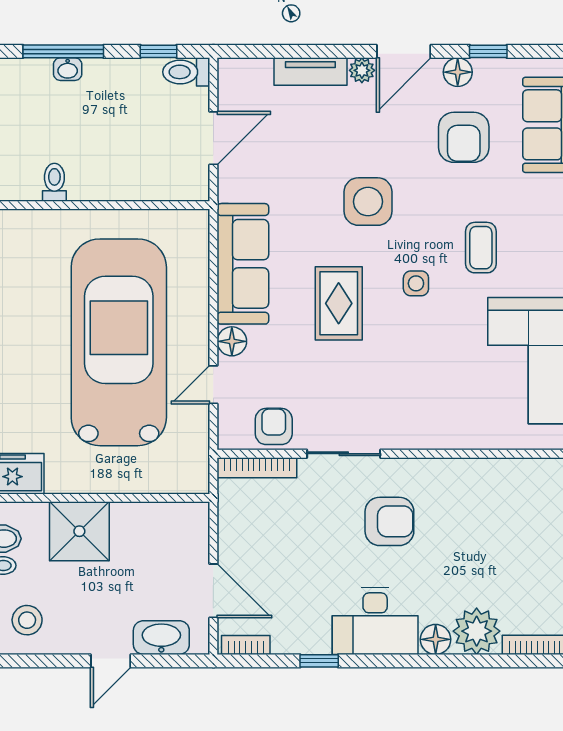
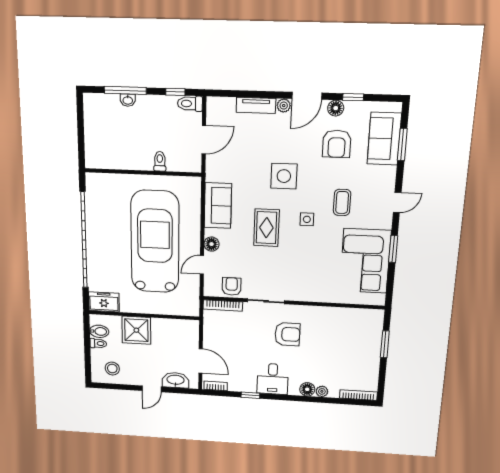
toilet: (54, 182) -> (160, 161), moved
sofa: (243, 264) -> (218, 206), width x0.73
desk: (375, 621) -> (273, 379), width x0.73
plant: (477, 631) -> (322, 391), width x0.53, depth x0.53

